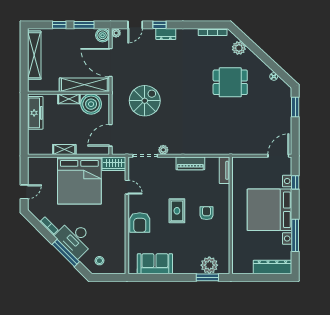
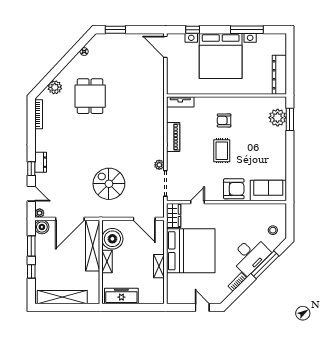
rug: (177, 211) -> (222, 151), turned 90
sofa: (155, 264) -> (268, 191), moved, turned 90
dresser: (272, 267) -> (279, 75), moved

